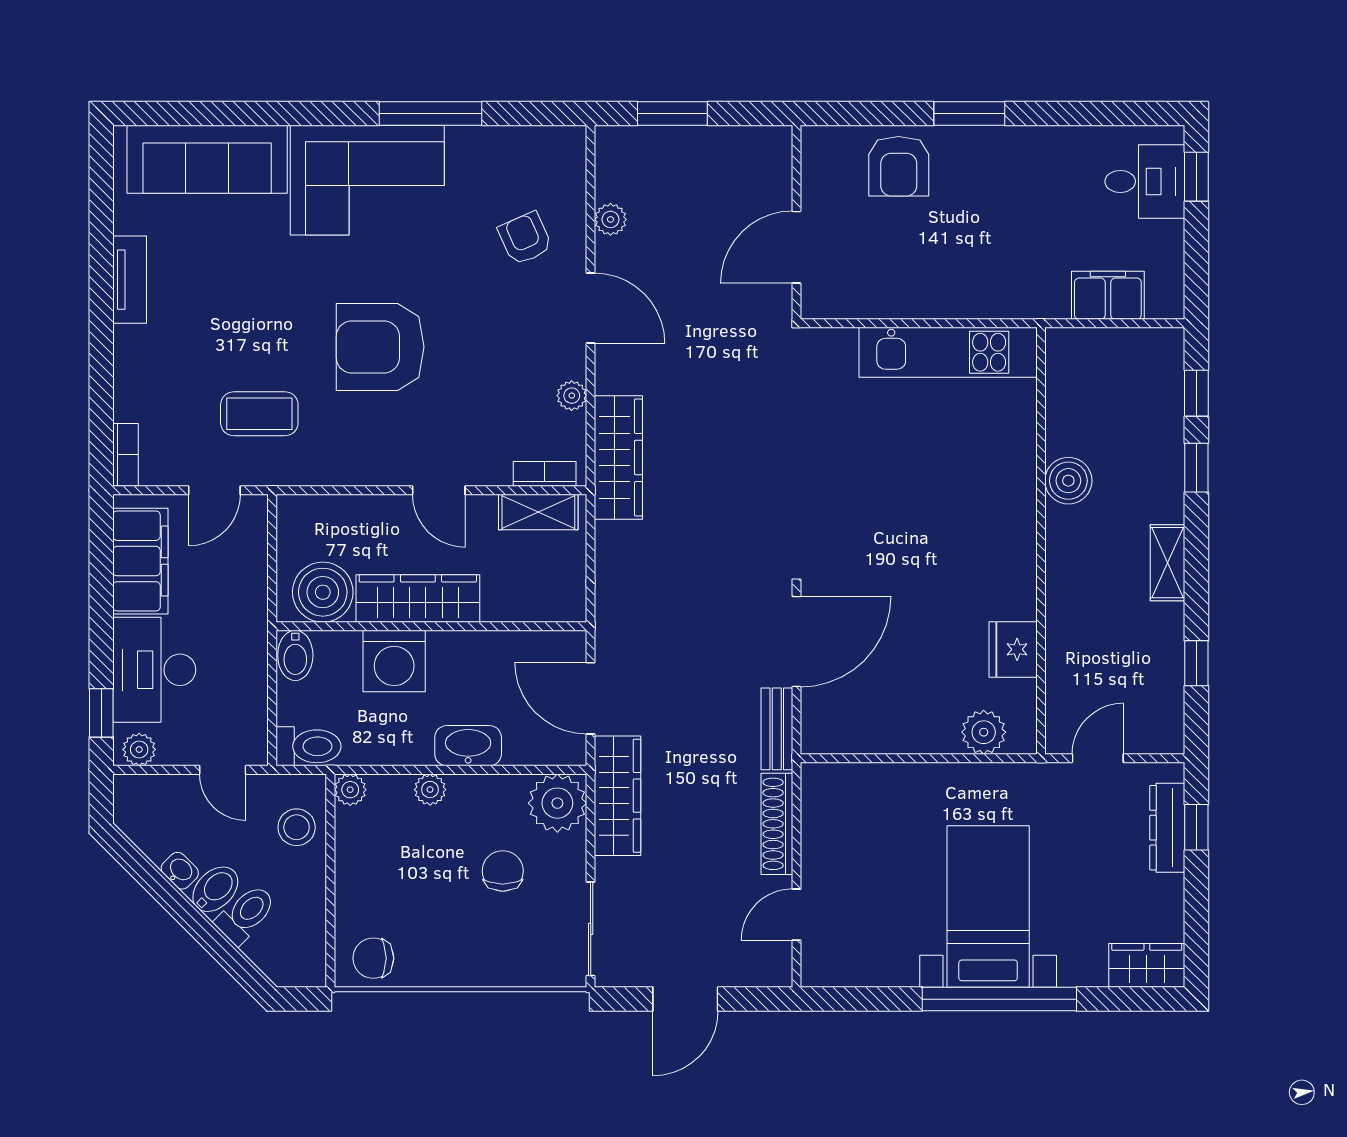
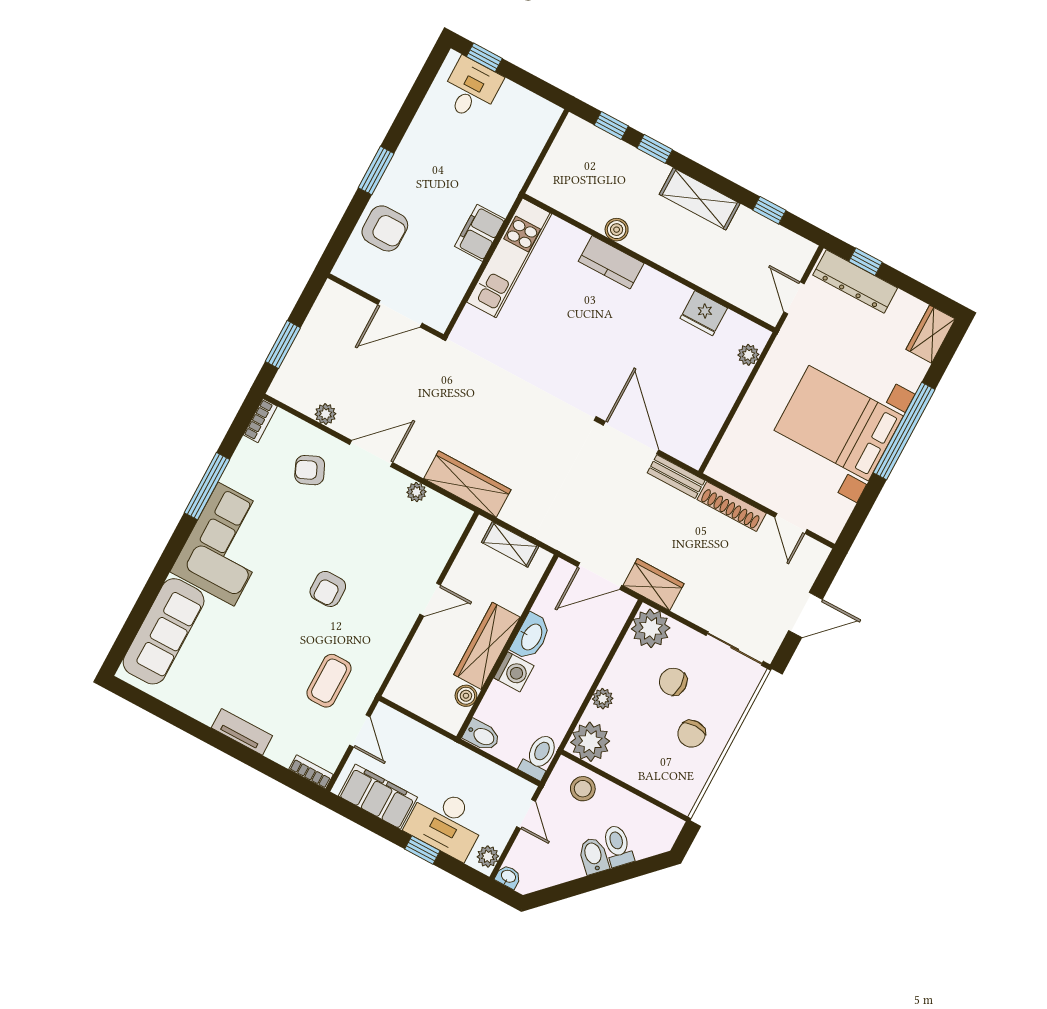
door: (796, 247) -> (400, 314), hinge flipped
tv unit: (130, 280) -> (242, 732), moved
filing cabinet: (1108, 295) -> (480, 233), moved
armchair: (380, 347) -> (328, 589), width x0.53, depth x0.53
bookcase: (545, 474) -> (260, 421), moved, turned 180
boiler: (1068, 481) -> (617, 230), width x0.73, depth x0.73
kitchen counter: (1015, 491) -> (611, 262), added
shelving: (538, 512) -> (510, 544), moved, turned 90
shelving: (1168, 563) -> (700, 199), width x1.50, depth x1.33
boiler: (323, 592) -> (466, 696), width x0.54, depth x0.54
washing machine: (394, 661) -> (514, 672), width x0.73, depth x0.73
window: (101, 713) -> (422, 850), moved
plant: (984, 732) -> (748, 355), width x0.73, depth x0.73
washbasin: (468, 746) -> (531, 637), moved, turned 180
door: (223, 770) -> (526, 814), hinge flipped
plant: (350, 790) -> (590, 742), width x1.87, depth x1.87
wardrobe: (618, 796) -> (653, 585), width x0.67
dresser: (1167, 828) -> (855, 281), width x1.37, depth x1.24
washbasin: (180, 871) -> (508, 877), moved, turned 45
bed with nightstands: (988, 907) -> (839, 423), width x1.36
chair: (373, 958) -> (692, 734), moved
door: (685, 999) -> (805, 615), hinge flipped

